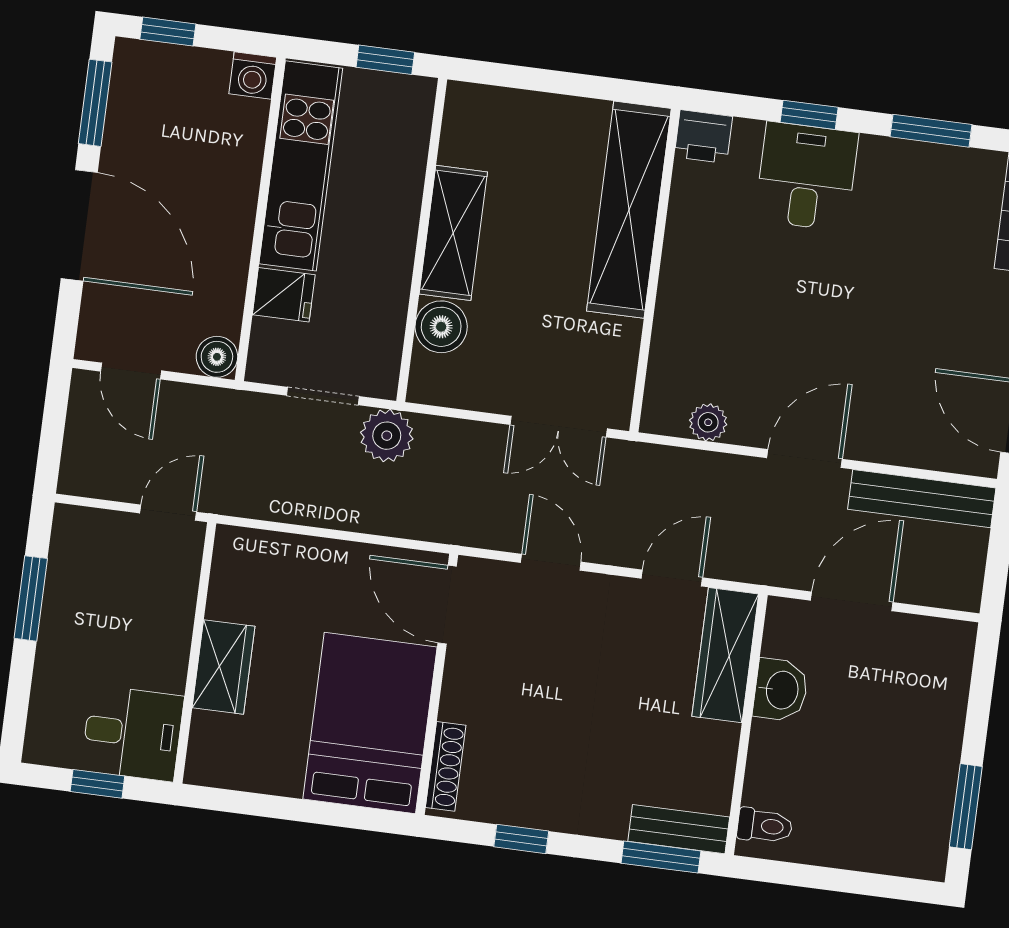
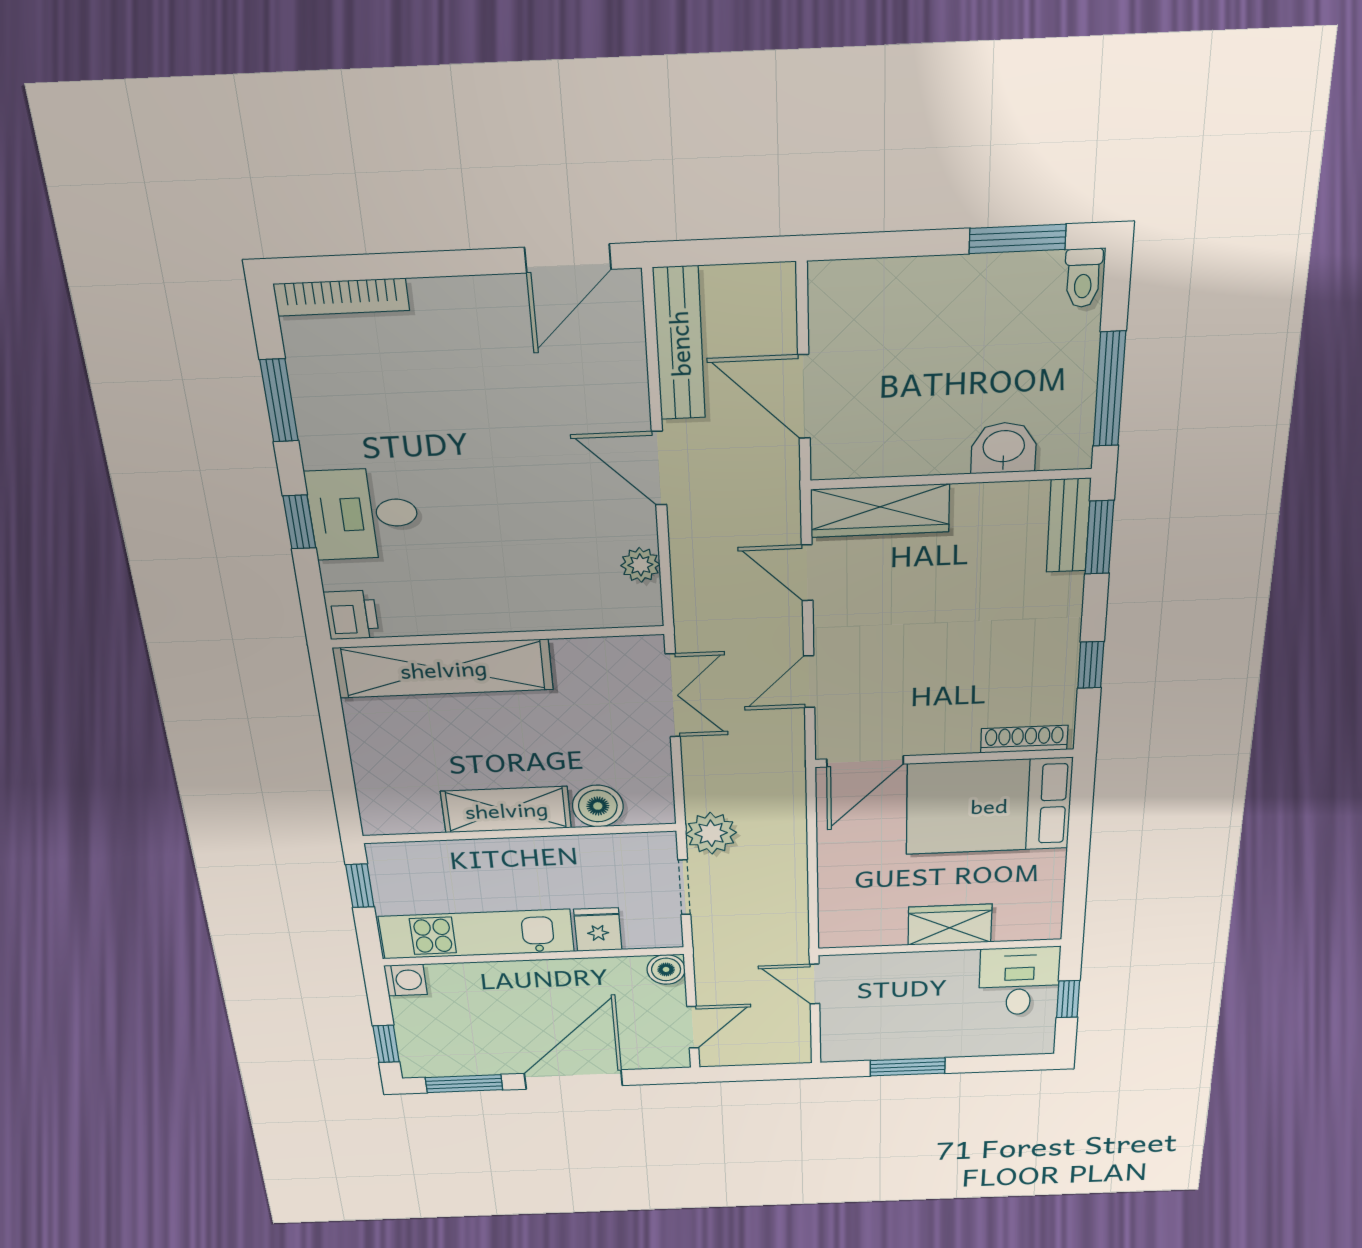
washbasin: (781, 690) -> (1004, 448), moved
toilet: (765, 826) -> (1083, 278), moved, turned 180
window: (811, 876) -> (1109, 389), added

